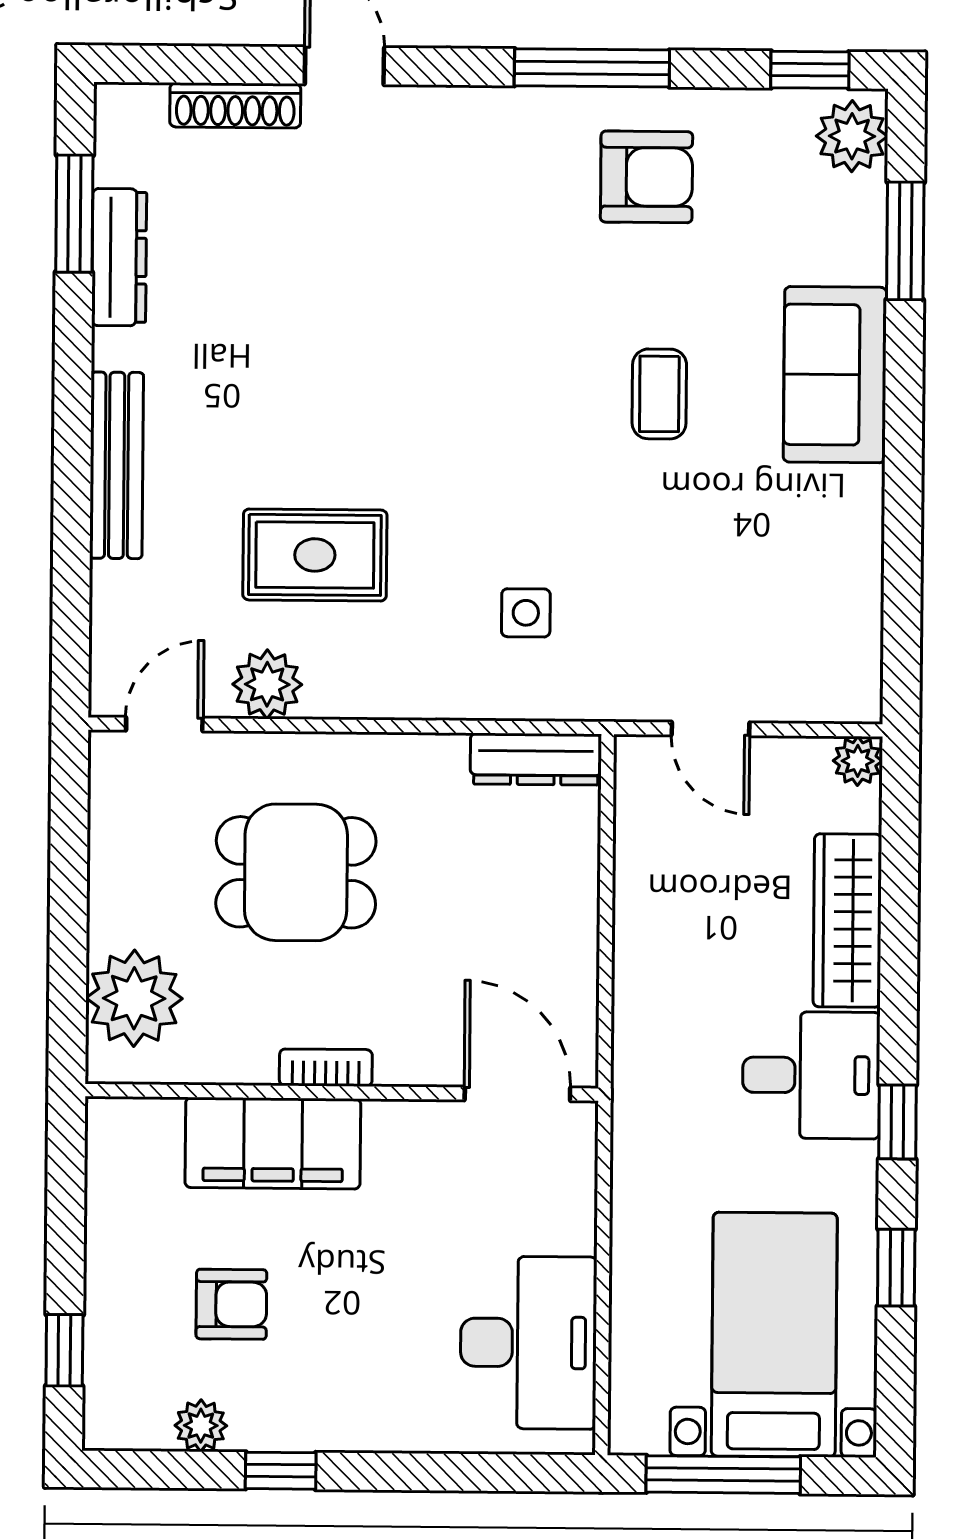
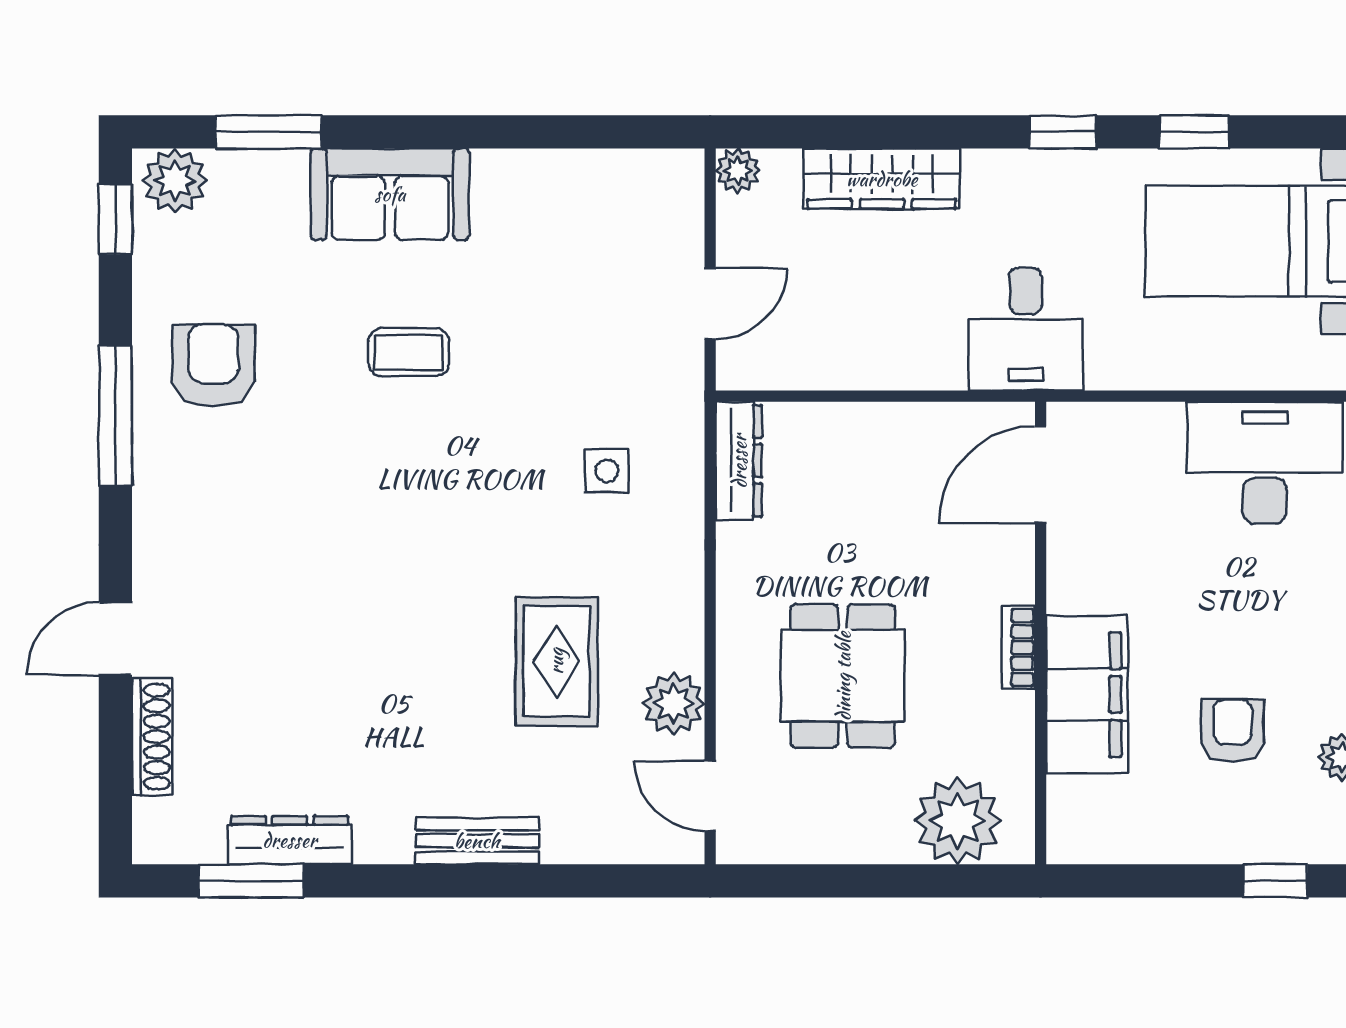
bench: (117, 465) -> (477, 841), width x0.73
desk: (811, 1075) -> (1026, 329), moved, turned 180

